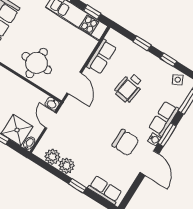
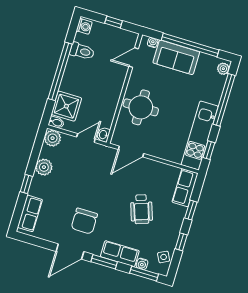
row of seats: (102, 57) -> (185, 188), moved, turned 90
wheelchair: (129, 88) -> (141, 209), turned -117
water cooler: (154, 139) -> (142, 264), moved
plant: (52, 157) -> (53, 138), moved

